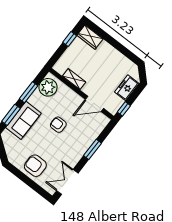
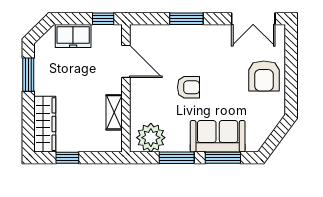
wardrobe: (90, 37) -> (45, 124), width x1.50
window: (125, 51) -> (28, 75), added
armchair: (58, 125) -> (189, 87), turned -90

